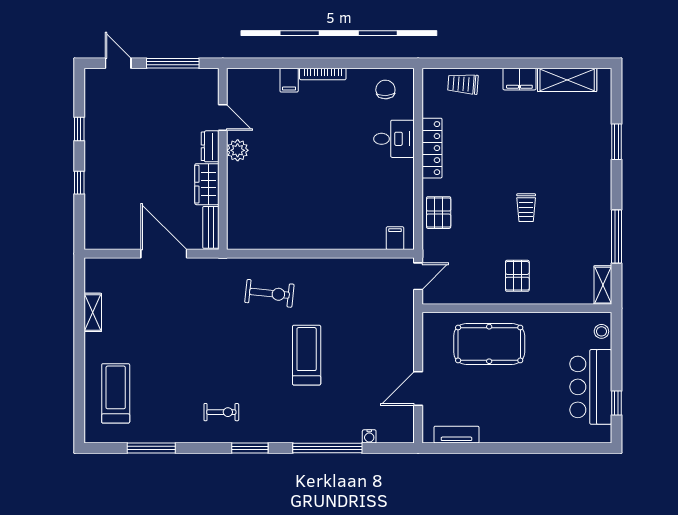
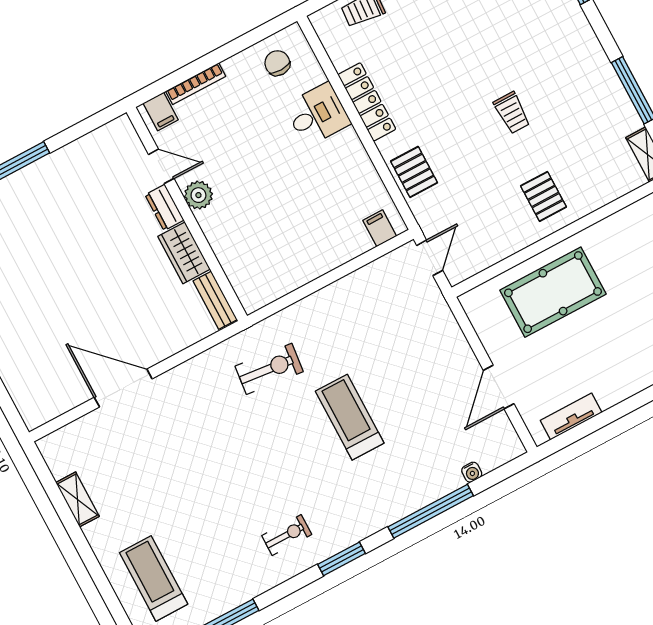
door: (223, 118) -> (161, 166), moved
dresser: (210, 146) -> (164, 207), moved
plant: (238, 150) -> (198, 195), moved
wall: (223, 159) -> (187, 214), moved
wardrobe: (207, 184) -> (184, 253), moved
bench: (211, 227) -> (215, 300), moved

